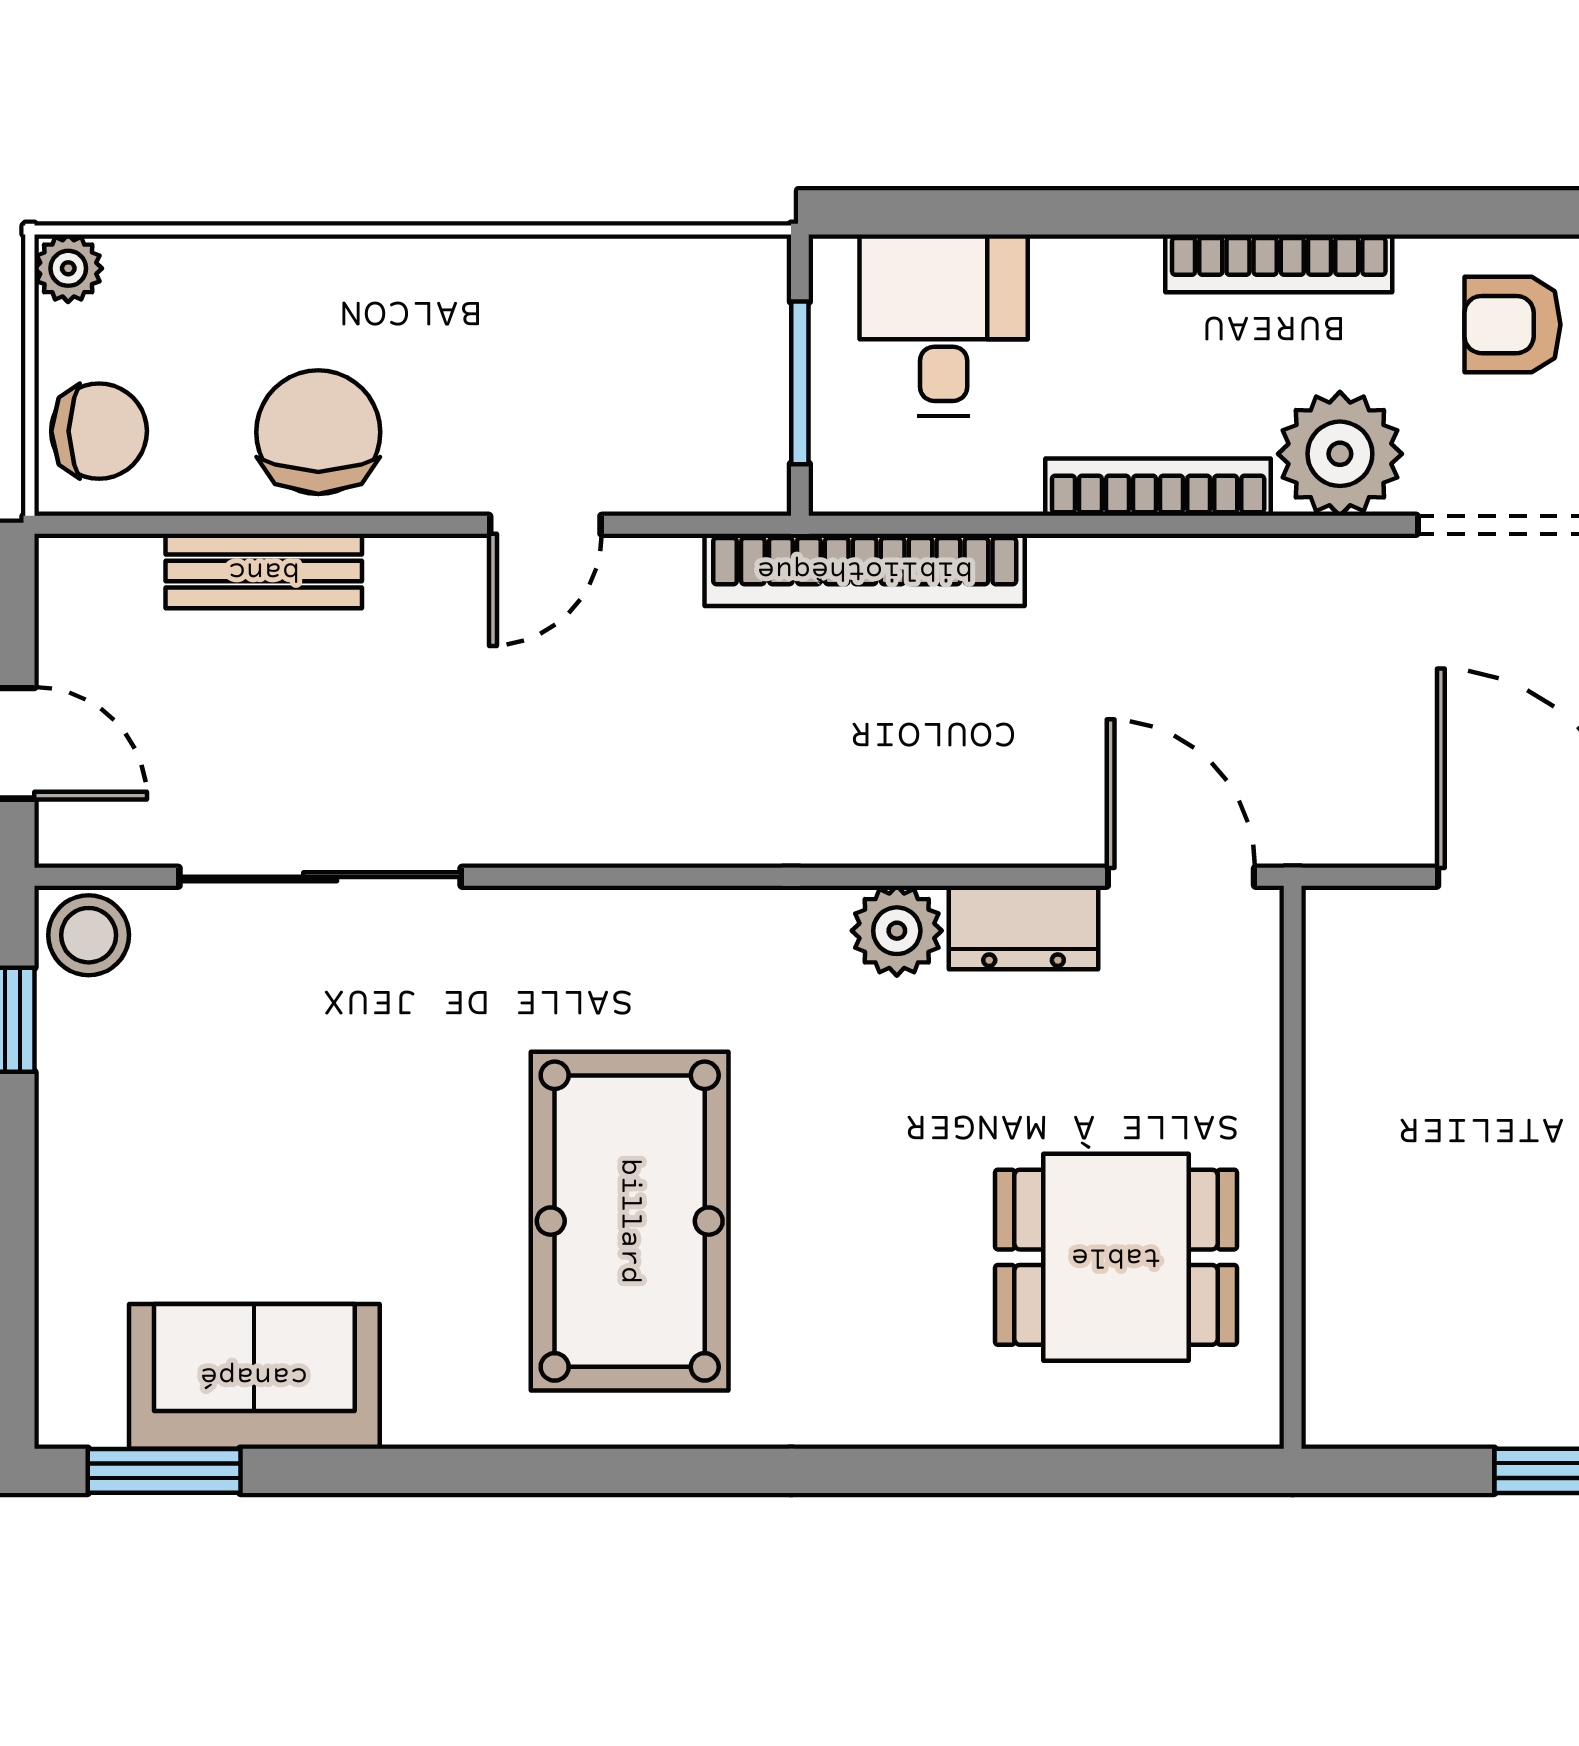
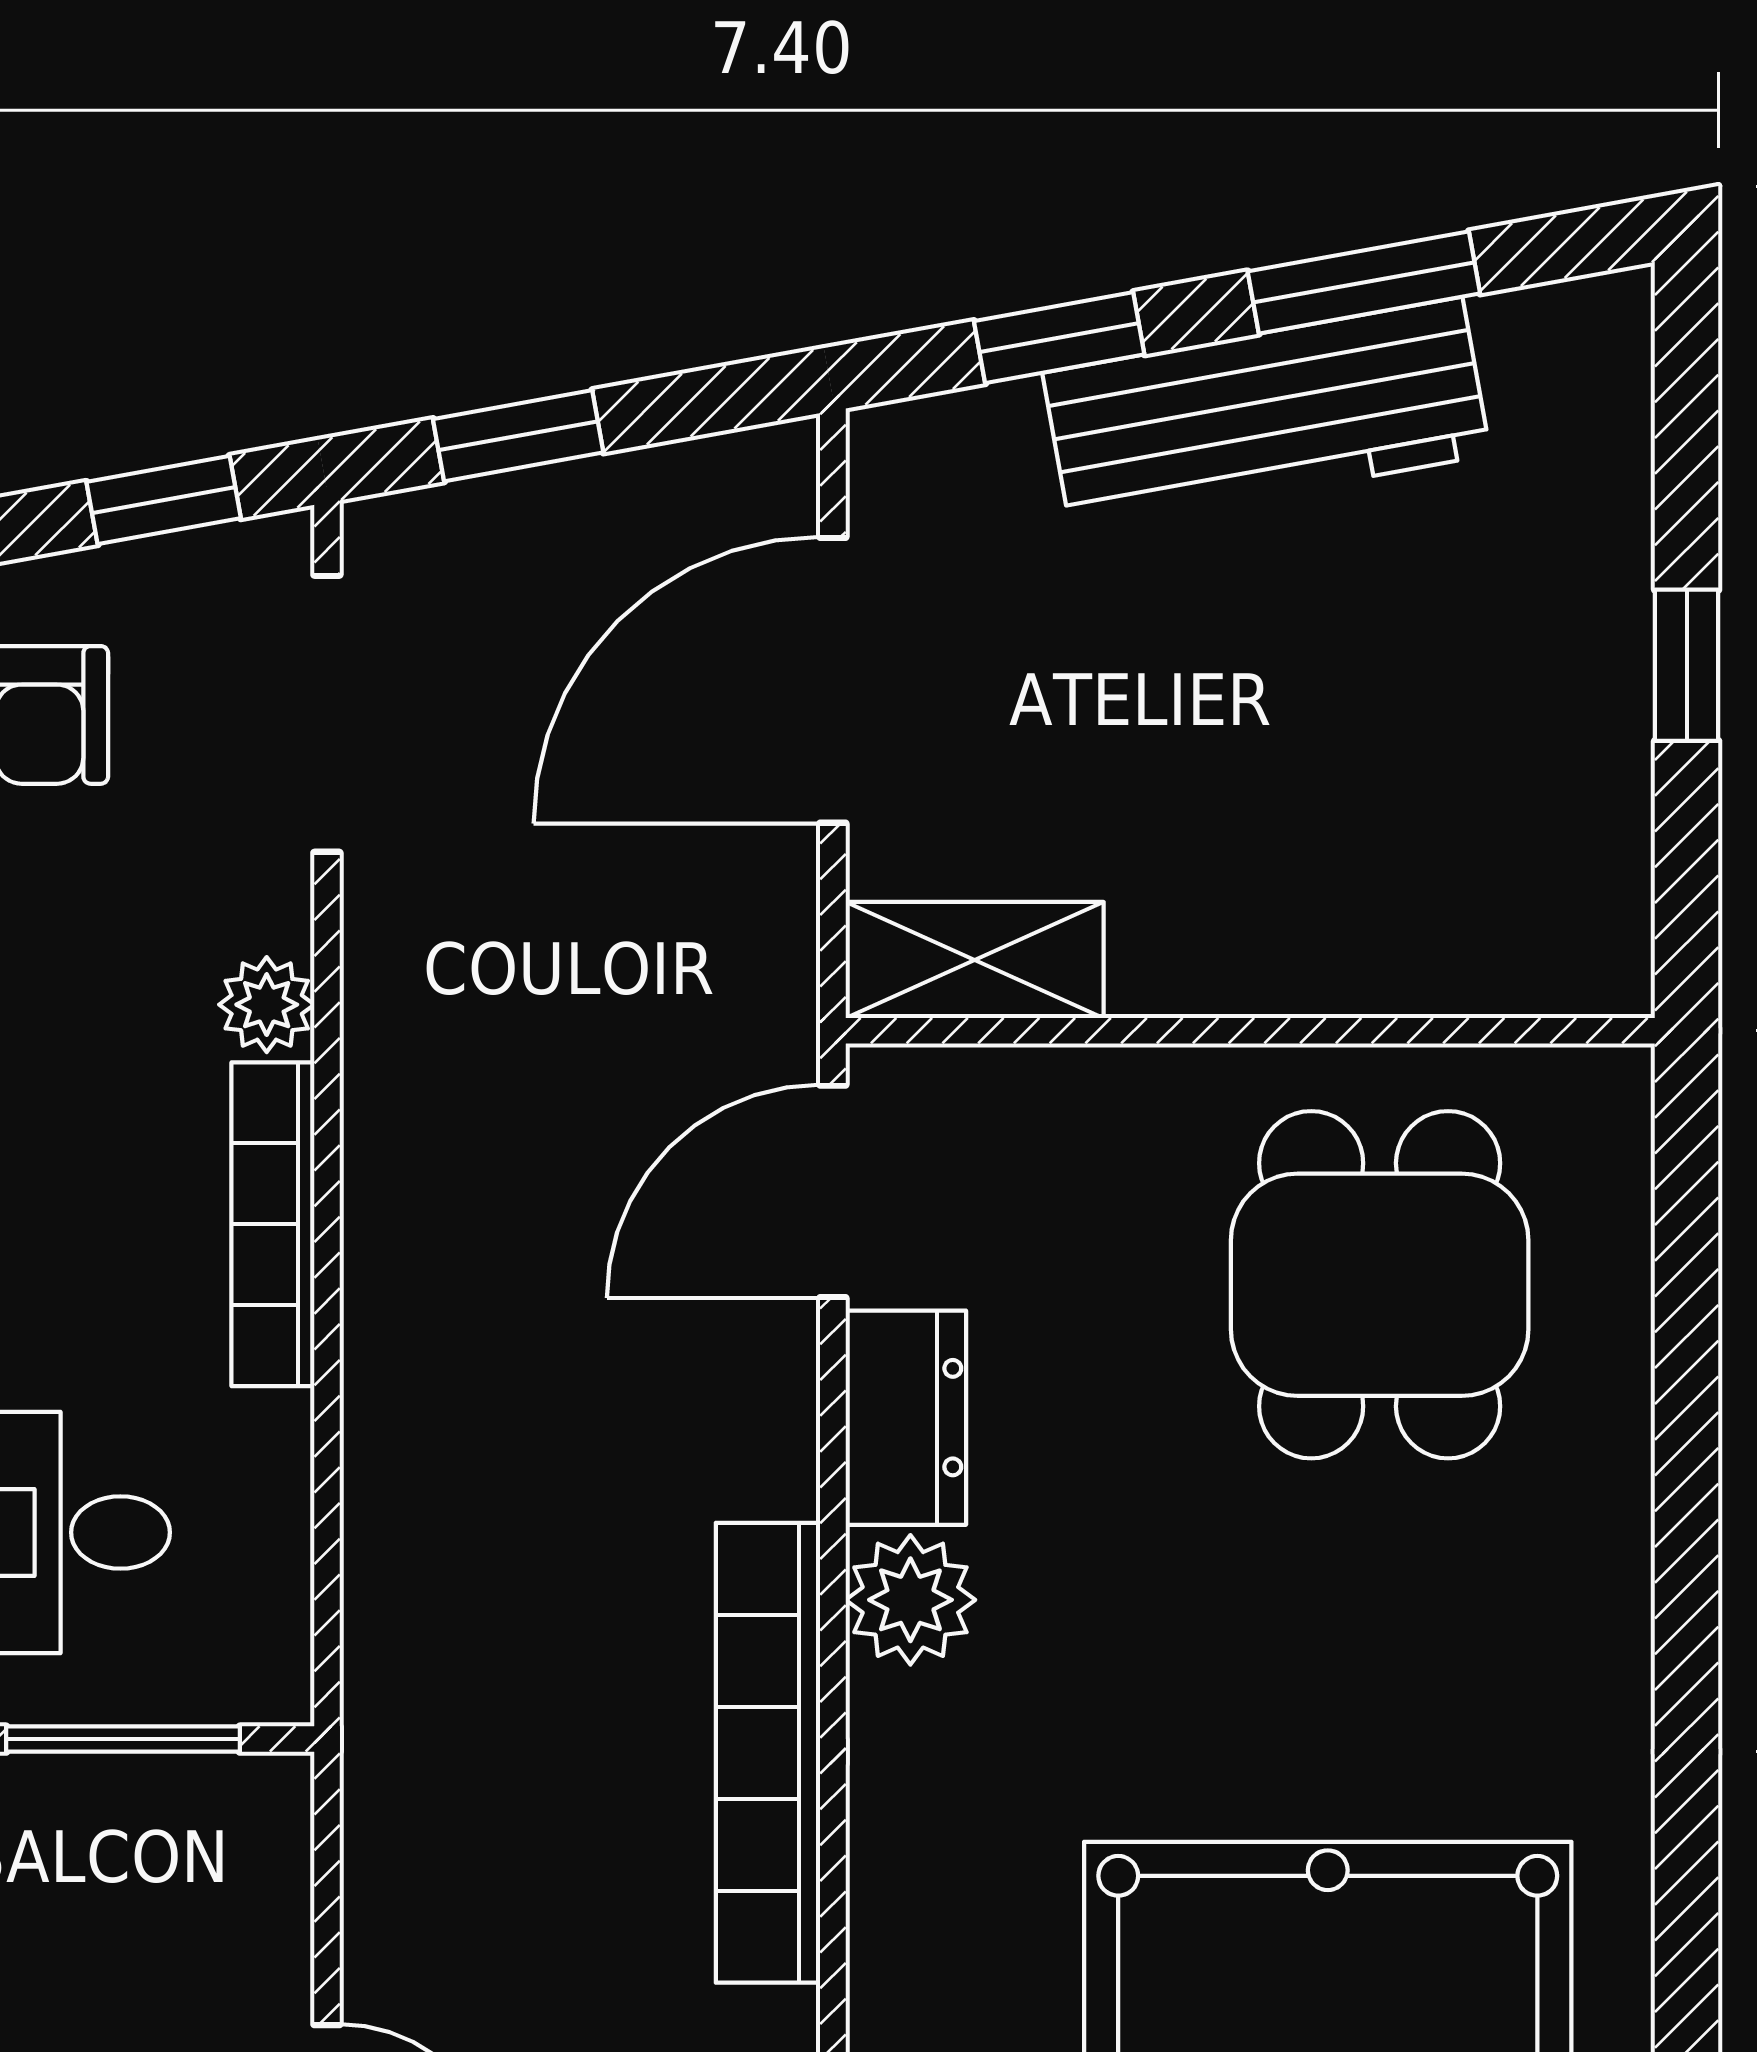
plant: (1340, 454) -> (267, 1005), width x0.53, depth x0.53
bookcase: (865, 570) -> (768, 1753), moved, turned 180
shelving: (1342, 975) -> (975, 960), added

